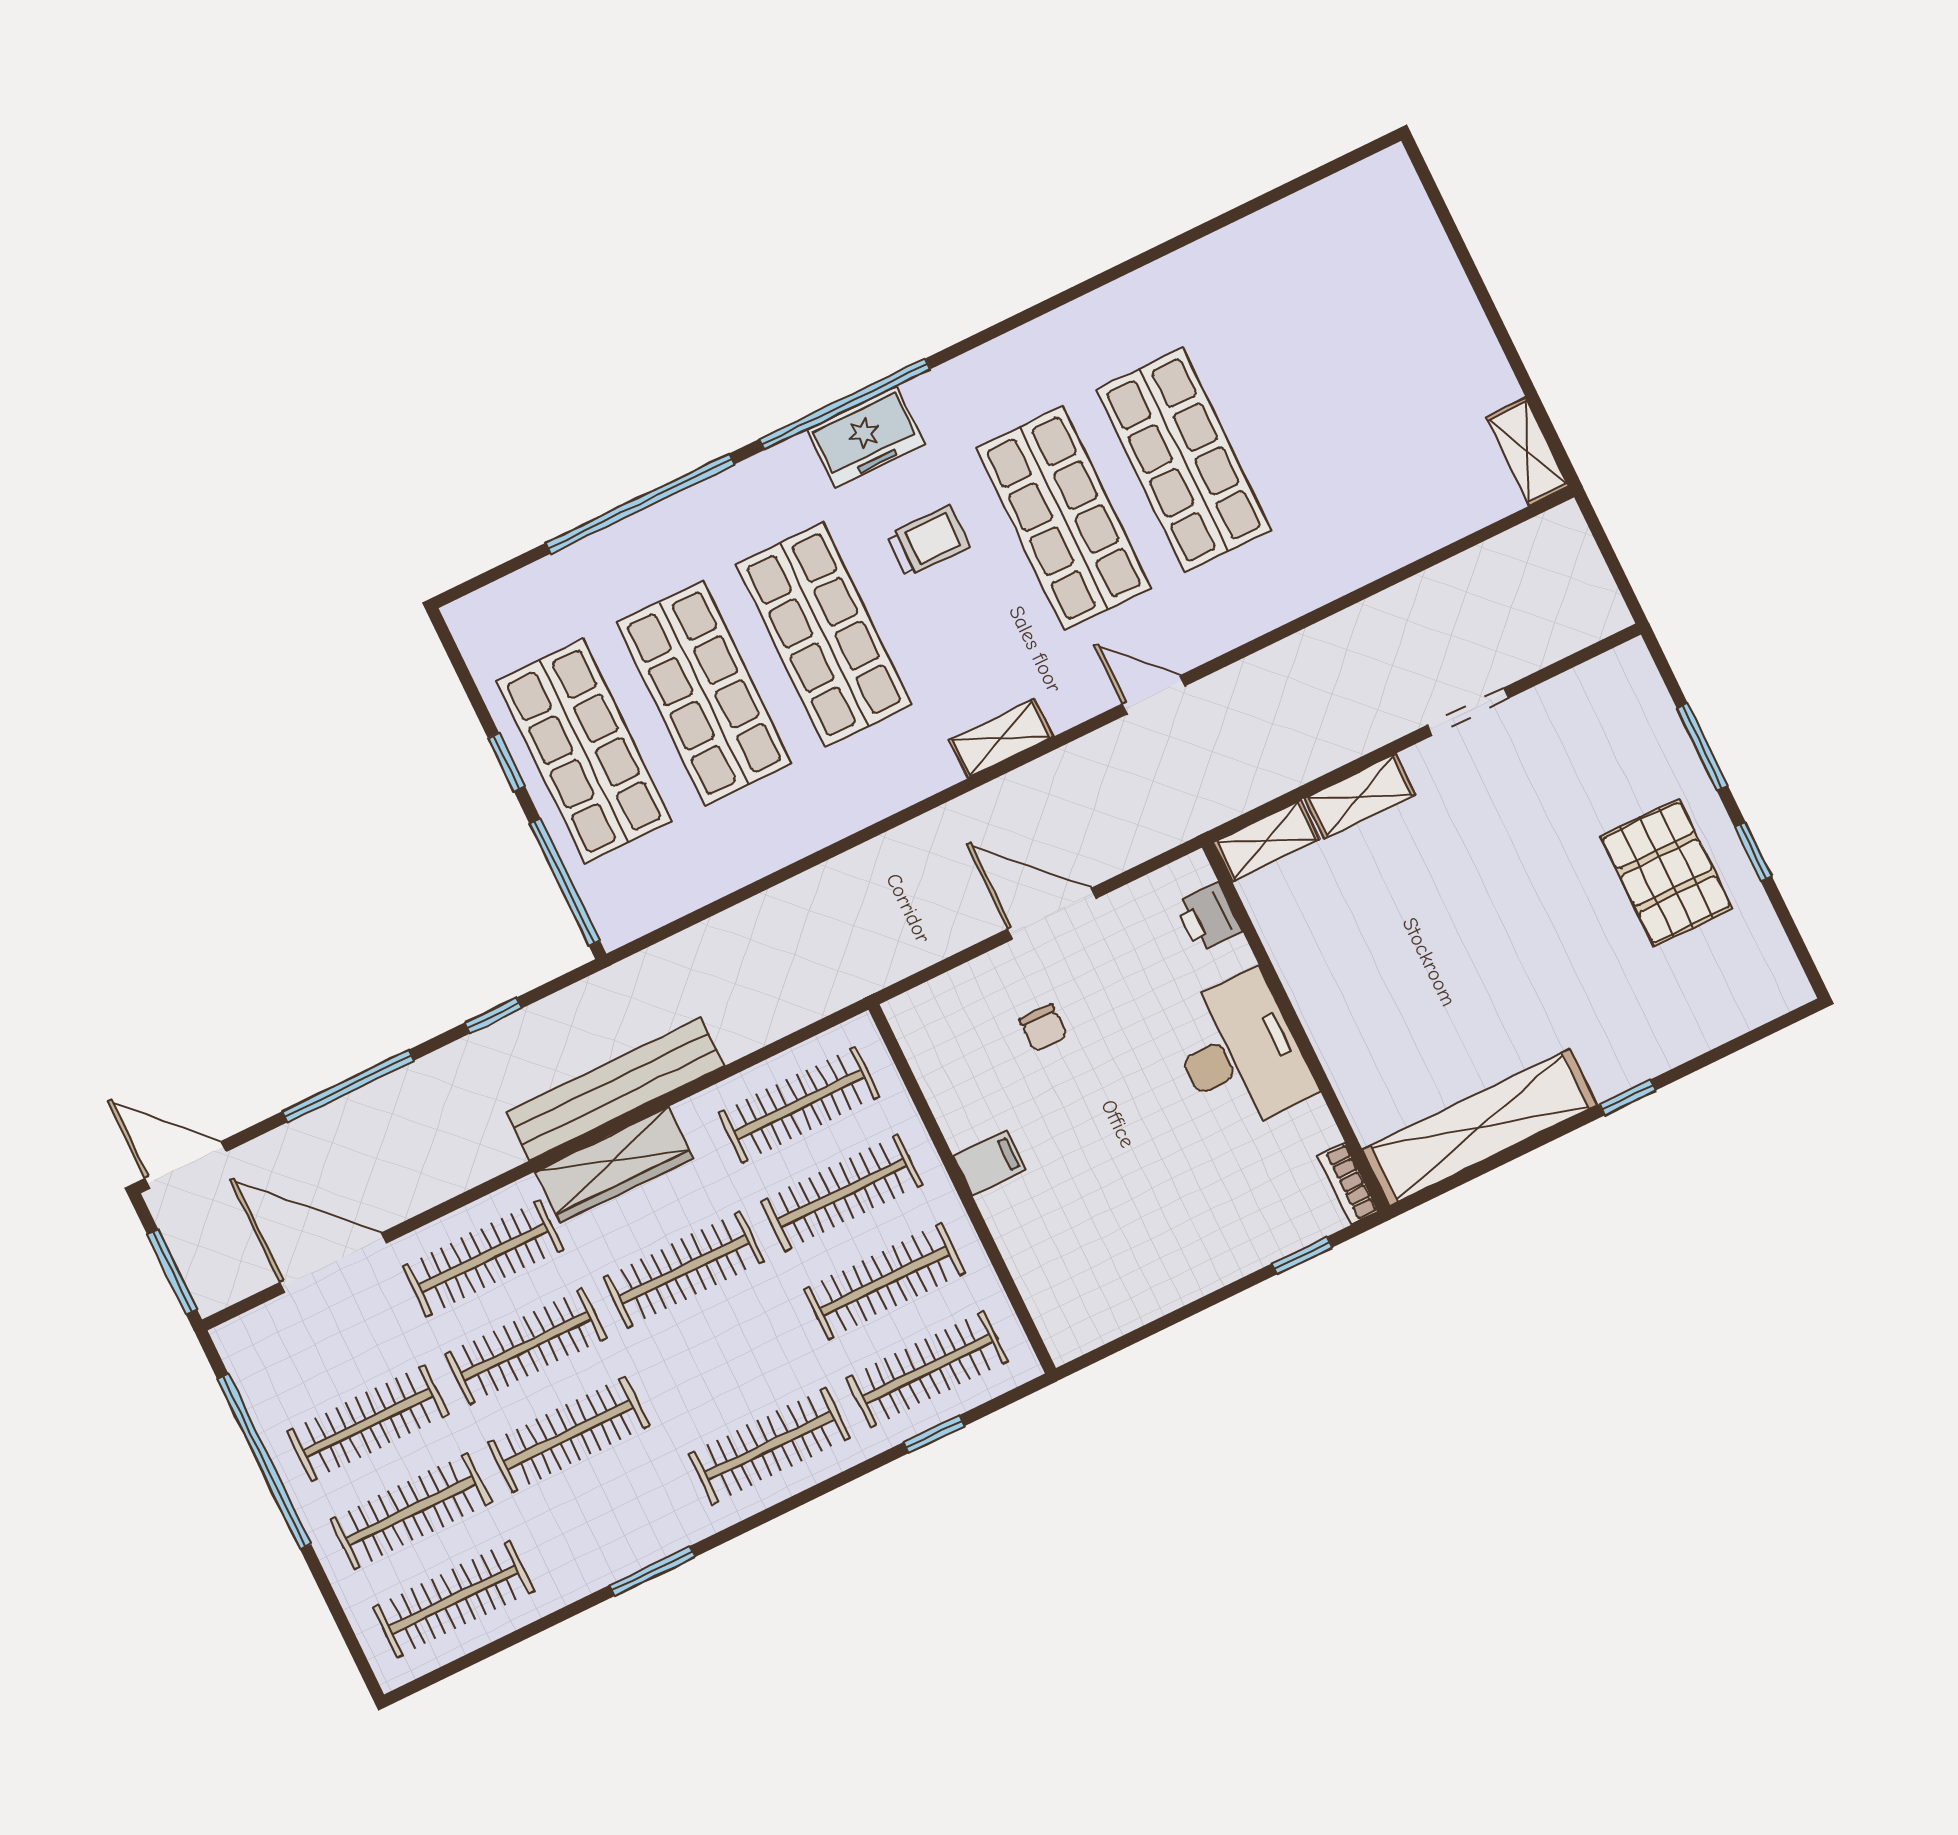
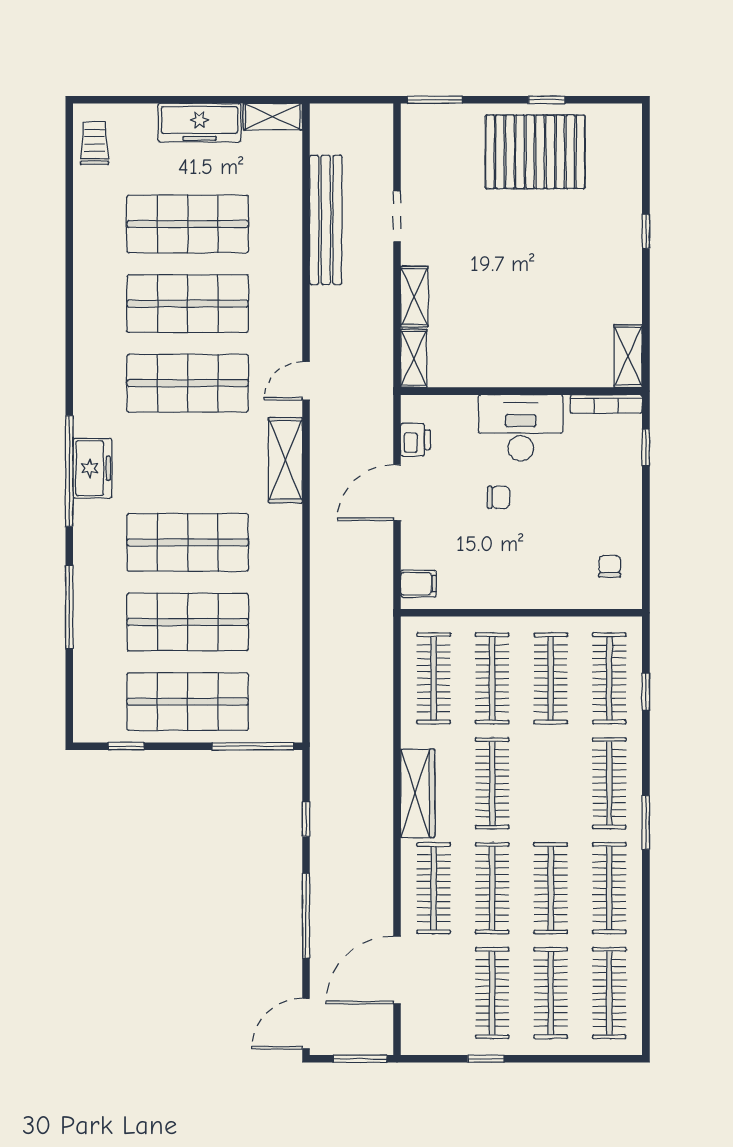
freezer: (1465, 345) -> (199, 123), added
shop shelf: (1304, 402) -> (188, 224), added
window: (640, 504) -> (69, 607), width x0.68
trolley: (928, 541) -> (95, 143), moved
shelving: (1001, 738) -> (285, 460), width x1.50, depth x1.33
window: (1702, 747) -> (435, 100), moved
window: (506, 762) -> (126, 746), moved
pallet: (1666, 872) -> (535, 152), width x1.37, depth x1.41
printer: (1208, 917) -> (416, 440), moved, turned -90
chair: (1043, 1028) -> (499, 497), moved
bench: (615, 1089) -> (326, 220), moved
shelving: (1480, 1127) -> (628, 356), width x0.45, depth x0.75
filing cabinet: (990, 1163) -> (418, 584), moved, turned 90
bookcase: (1348, 1183) -> (606, 404), width x1.56
chair: (1096, 1288) -> (610, 566), added
window: (264, 1461) -> (486, 1059), width x0.32
clothes rail: (611, 1523) -> (609, 888), added
window: (652, 1571) -> (646, 822), moved

